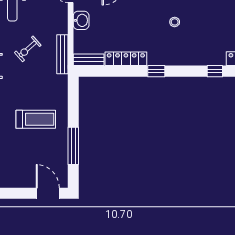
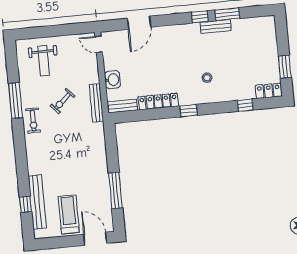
washbasin: (81, 20) -> (112, 80), moved
stool: (175, 22) -> (207, 78), moved
treadmill: (36, 119) -> (69, 214), moved, turned -90

